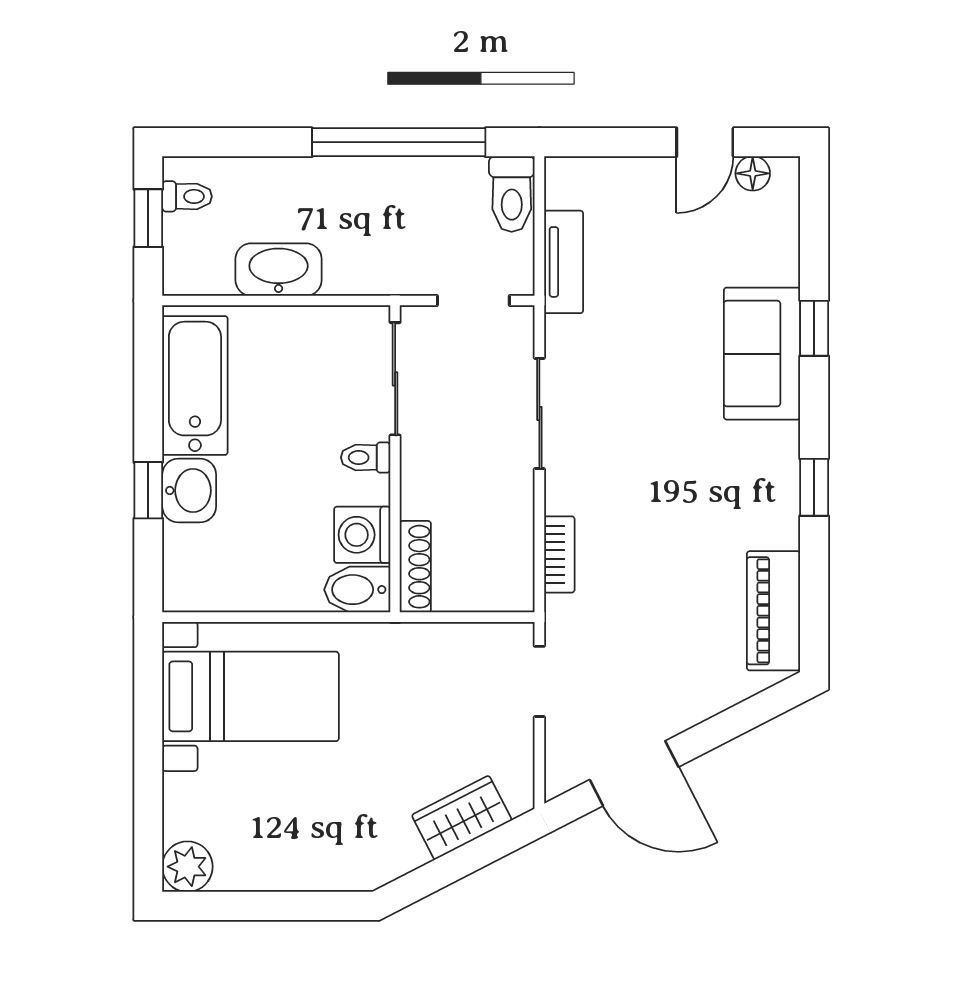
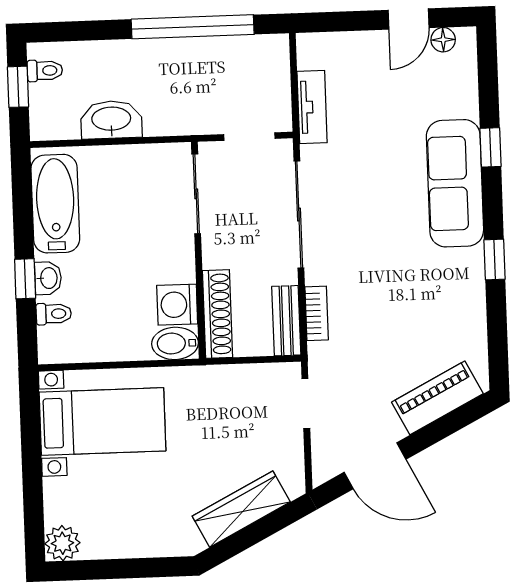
toilet: (512, 194) -> (274, 60), removed
sofa: (762, 354) -> (455, 183), width x1.36
sliding door: (539, 413) -> (299, 214), width x1.37
toilet: (366, 457) -> (54, 314), moved, turned 180
washbasin: (189, 491) -> (48, 278), width x0.72, depth x0.69
bench: (516, 563) -> (286, 321), added
shoe rack: (415, 567) -> (218, 314), width x1.36, depth x1.24
piano: (773, 611) -> (437, 398), moved, turned 63
wardrobe: (462, 818) -> (241, 509), width x1.50

